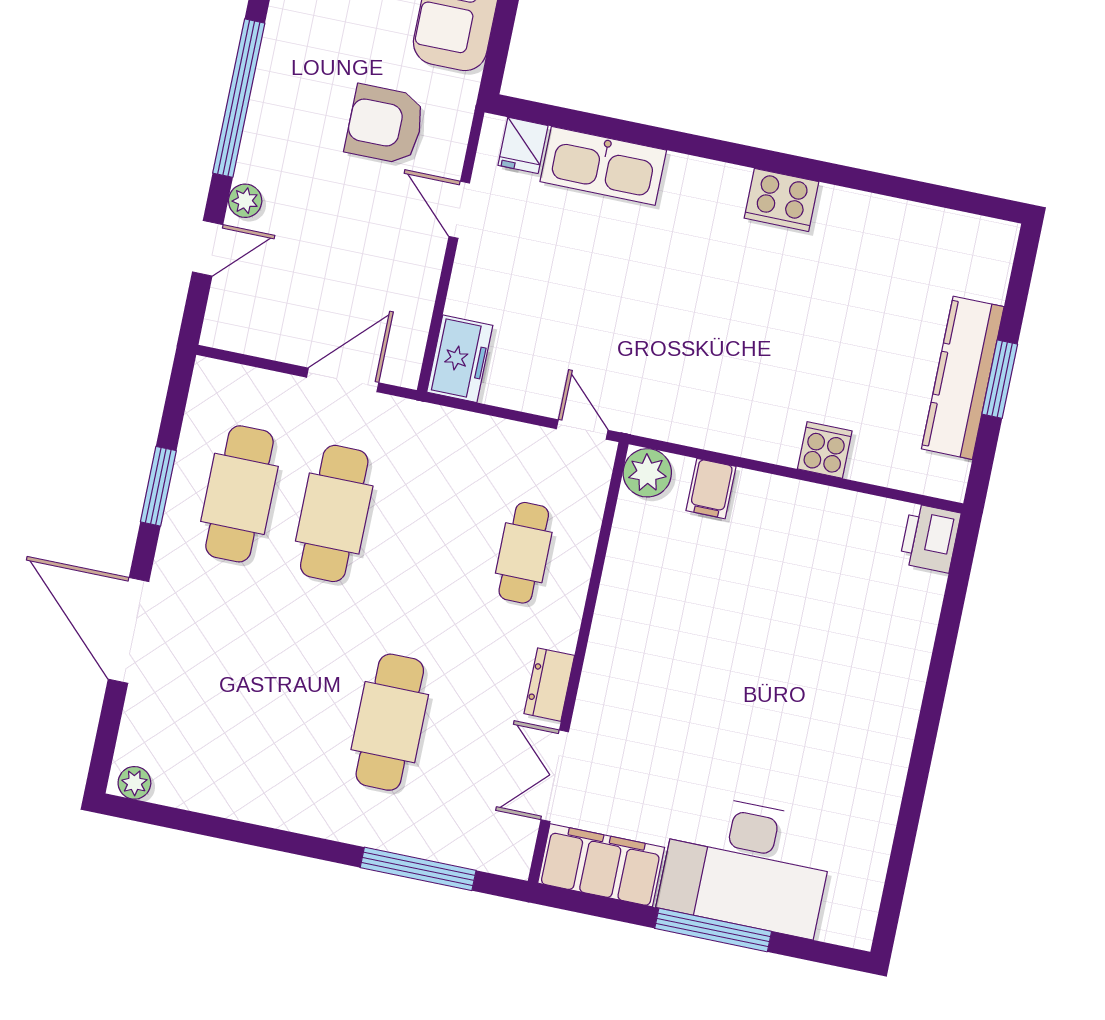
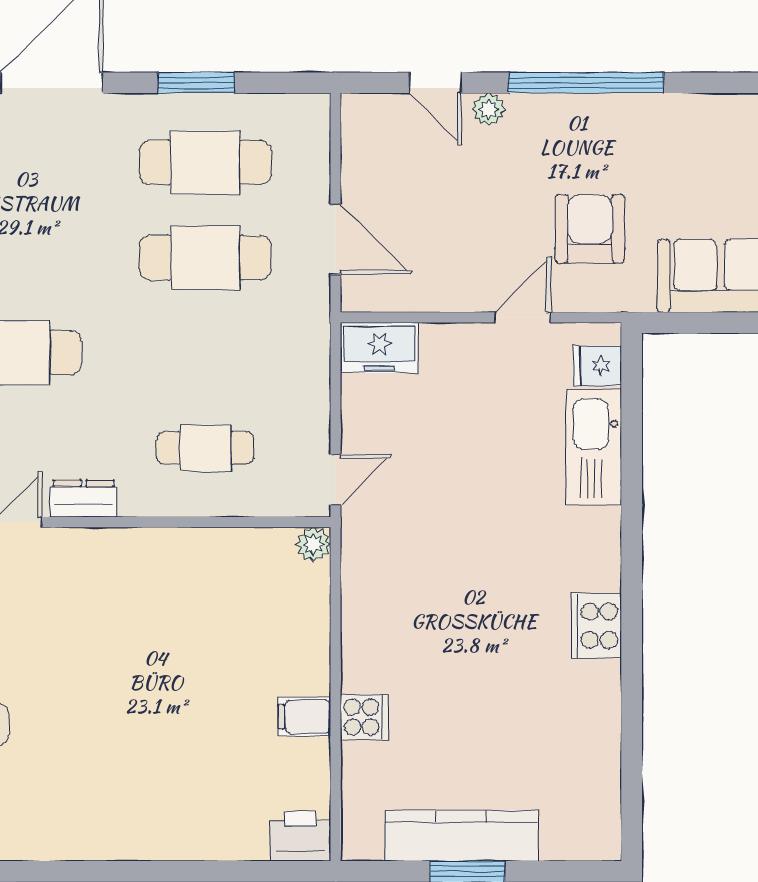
plant: (647, 473) -> (313, 544), width x0.73, depth x0.73
filing cabinet: (711, 489) -> (304, 717), moved

